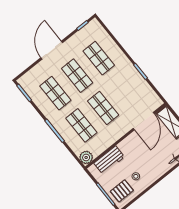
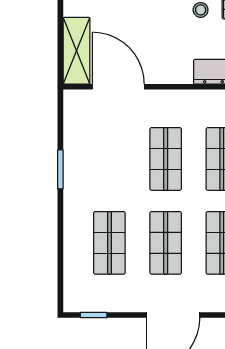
door: (144, 121) -> (118, 87), hinge flipped

